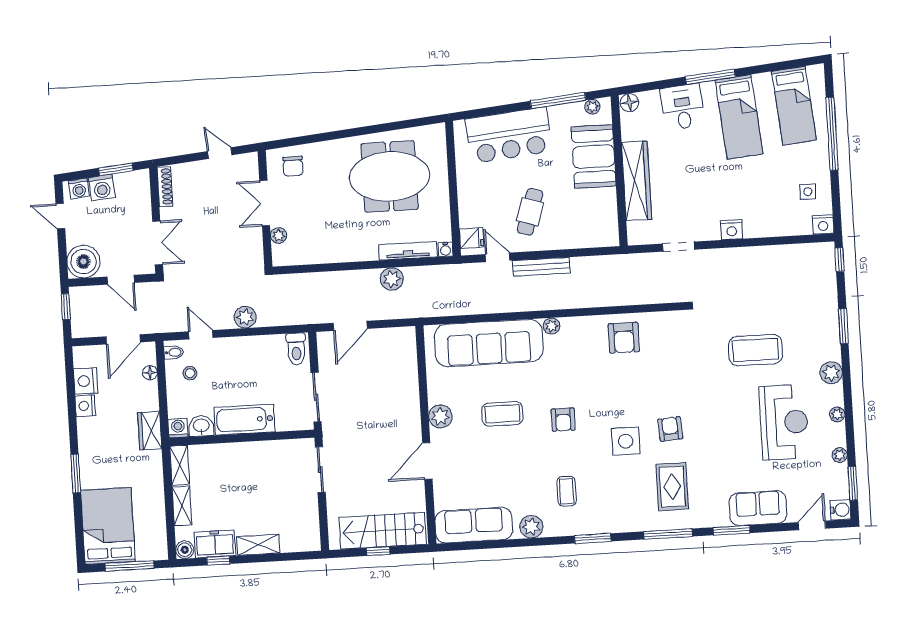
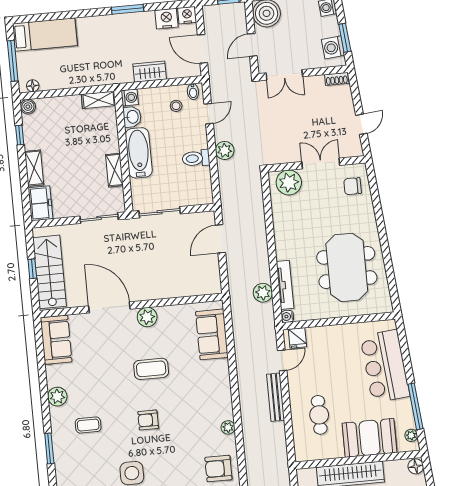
shoe rack: (165, 187) -> (337, 79), width x0.70
washing machine: (102, 188) -> (333, 47), moved
cafe table: (530, 212) -> (319, 415), moved, turned 72
plant: (279, 235) -> (289, 182), width x1.88, depth x1.88
plant: (392, 279) -> (263, 293), moved
door: (350, 326) -> (220, 239), hinge flipped
plant: (552, 326) -> (228, 427), moved
sofa: (489, 343) -> (212, 334), width x0.54, depth x0.79
toilet: (296, 349) -> (196, 158), moved
floor lamp: (150, 373) -> (33, 86), moved
nightstand: (85, 406) -> (187, 15), moved
coffee table: (502, 414) -> (151, 369), turned 90
wardrobe: (150, 431) -> (150, 72), moved
door: (427, 461) -> (109, 307), width x1.36
window: (76, 474) -> (128, 9), moved
shelving: (182, 506) -> (114, 170), moved, turned 90
sofa: (474, 525) -> (56, 340), width x0.73
bed: (108, 526) -> (45, 35), width x0.67
freezer: (215, 544) -> (40, 203), moved

